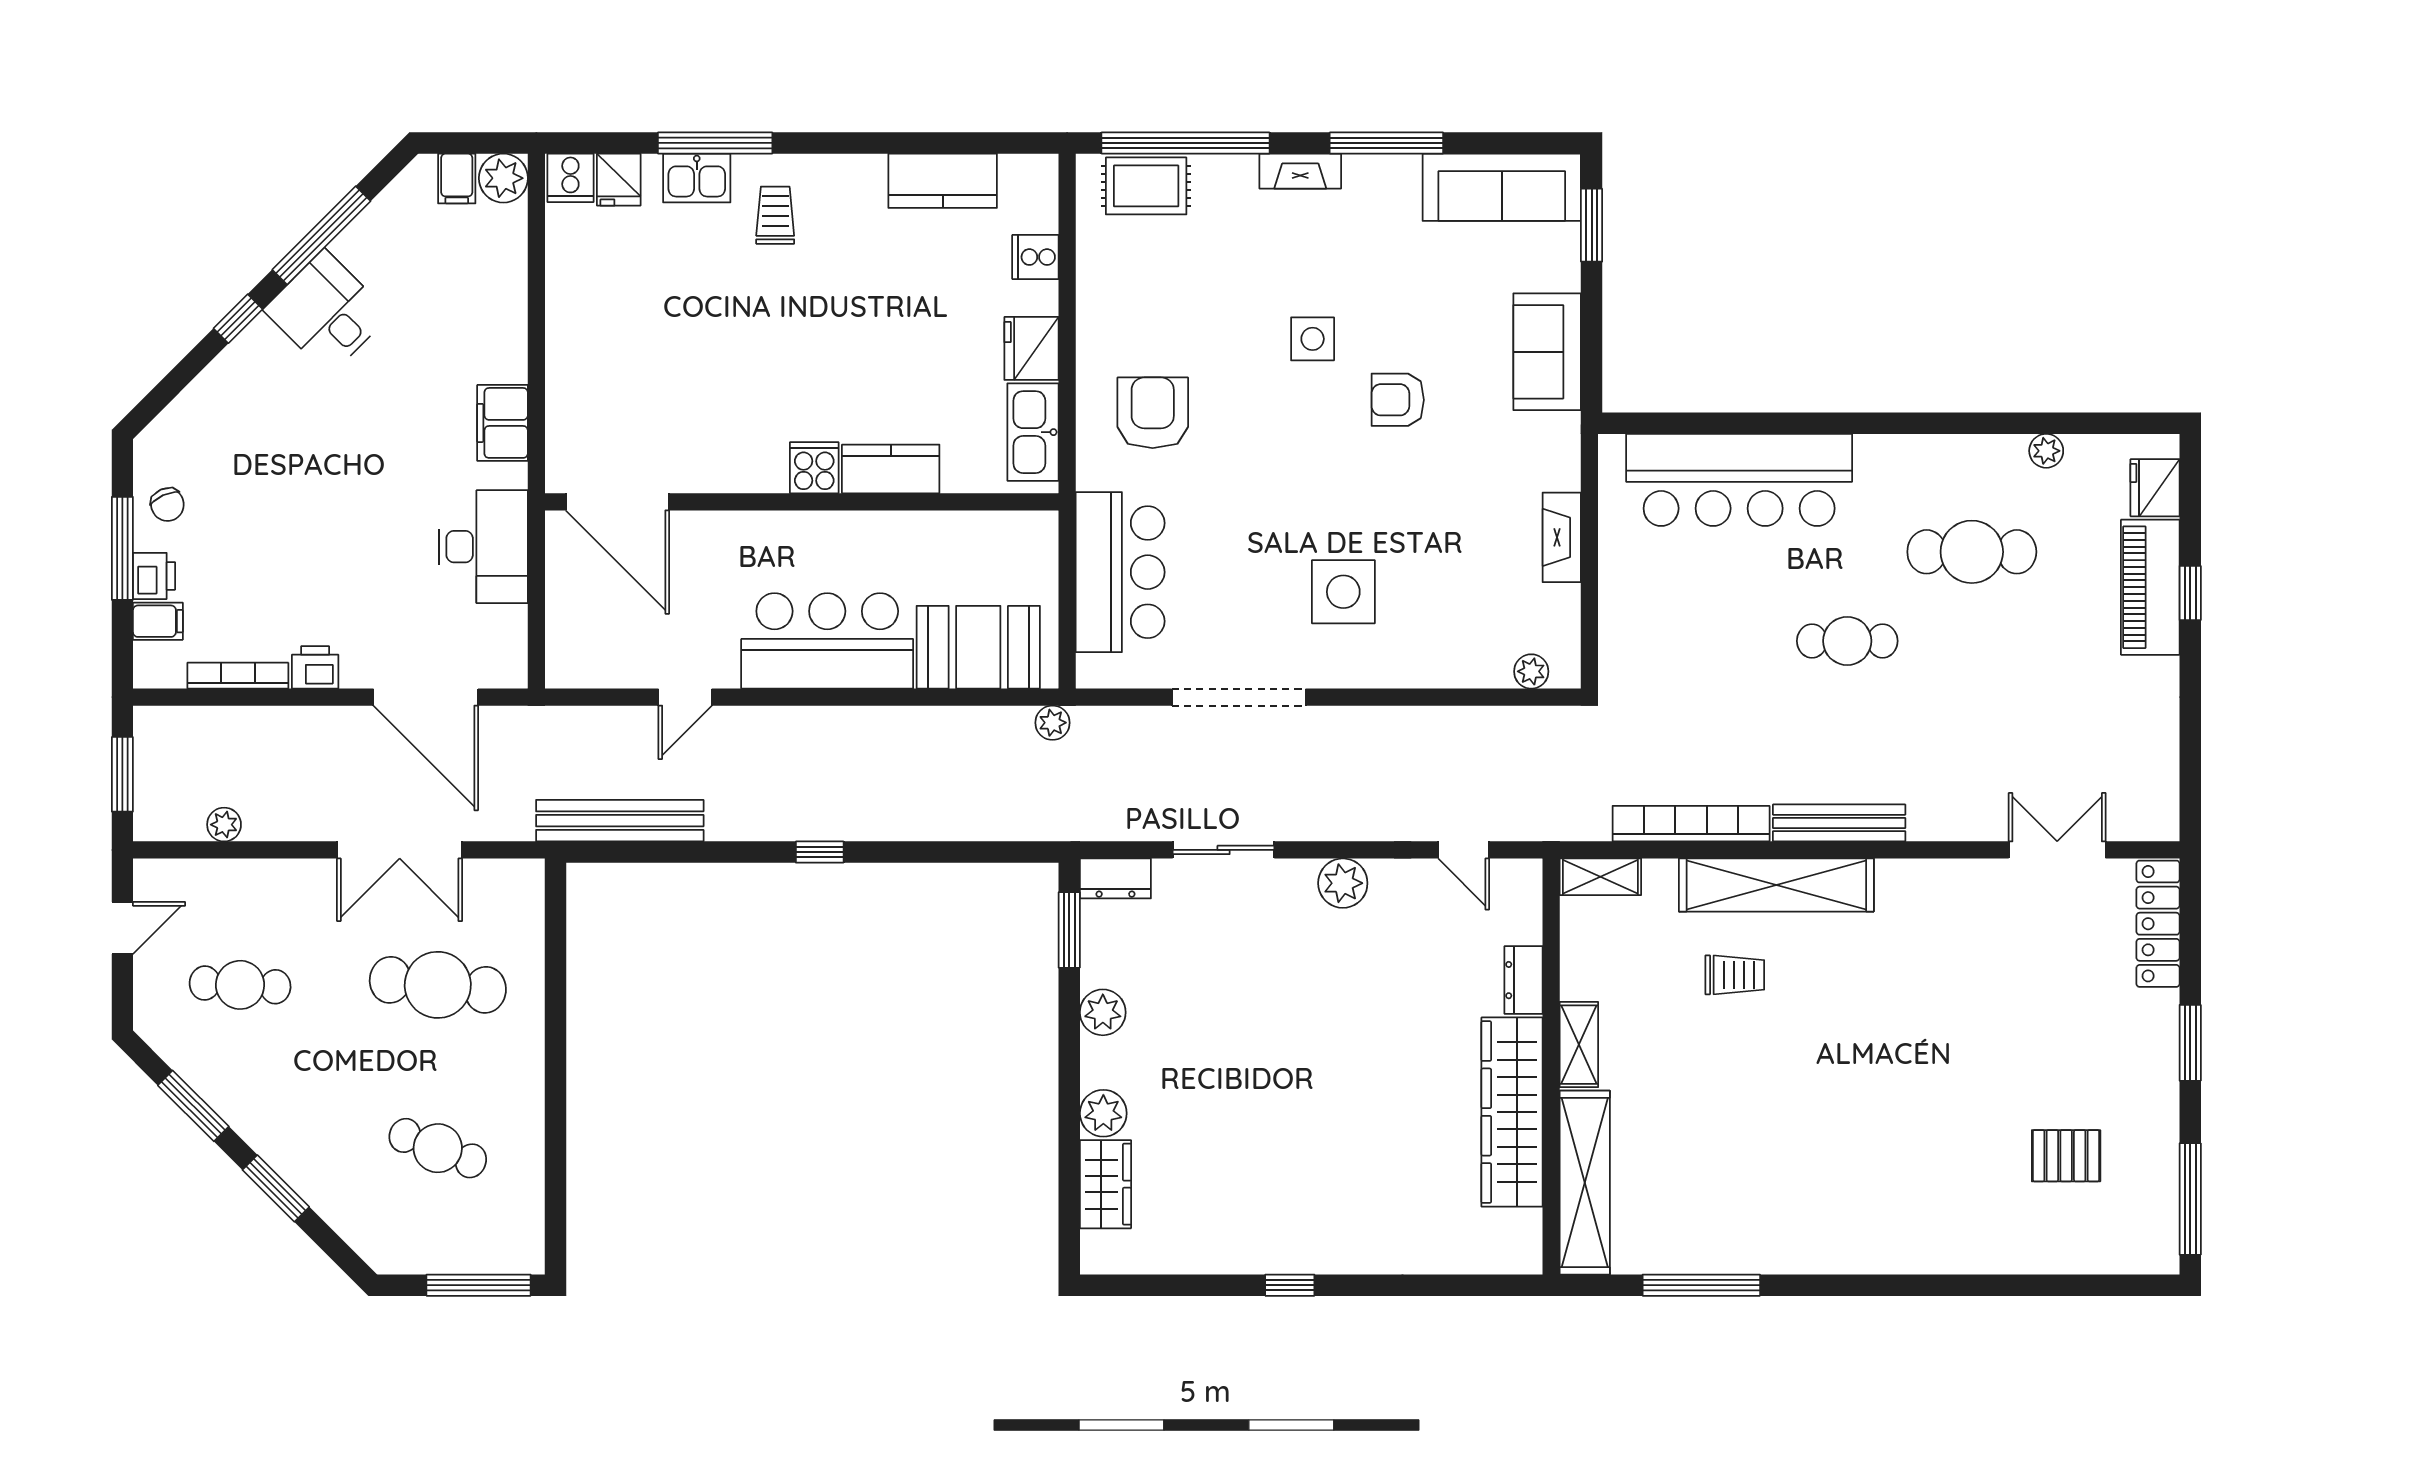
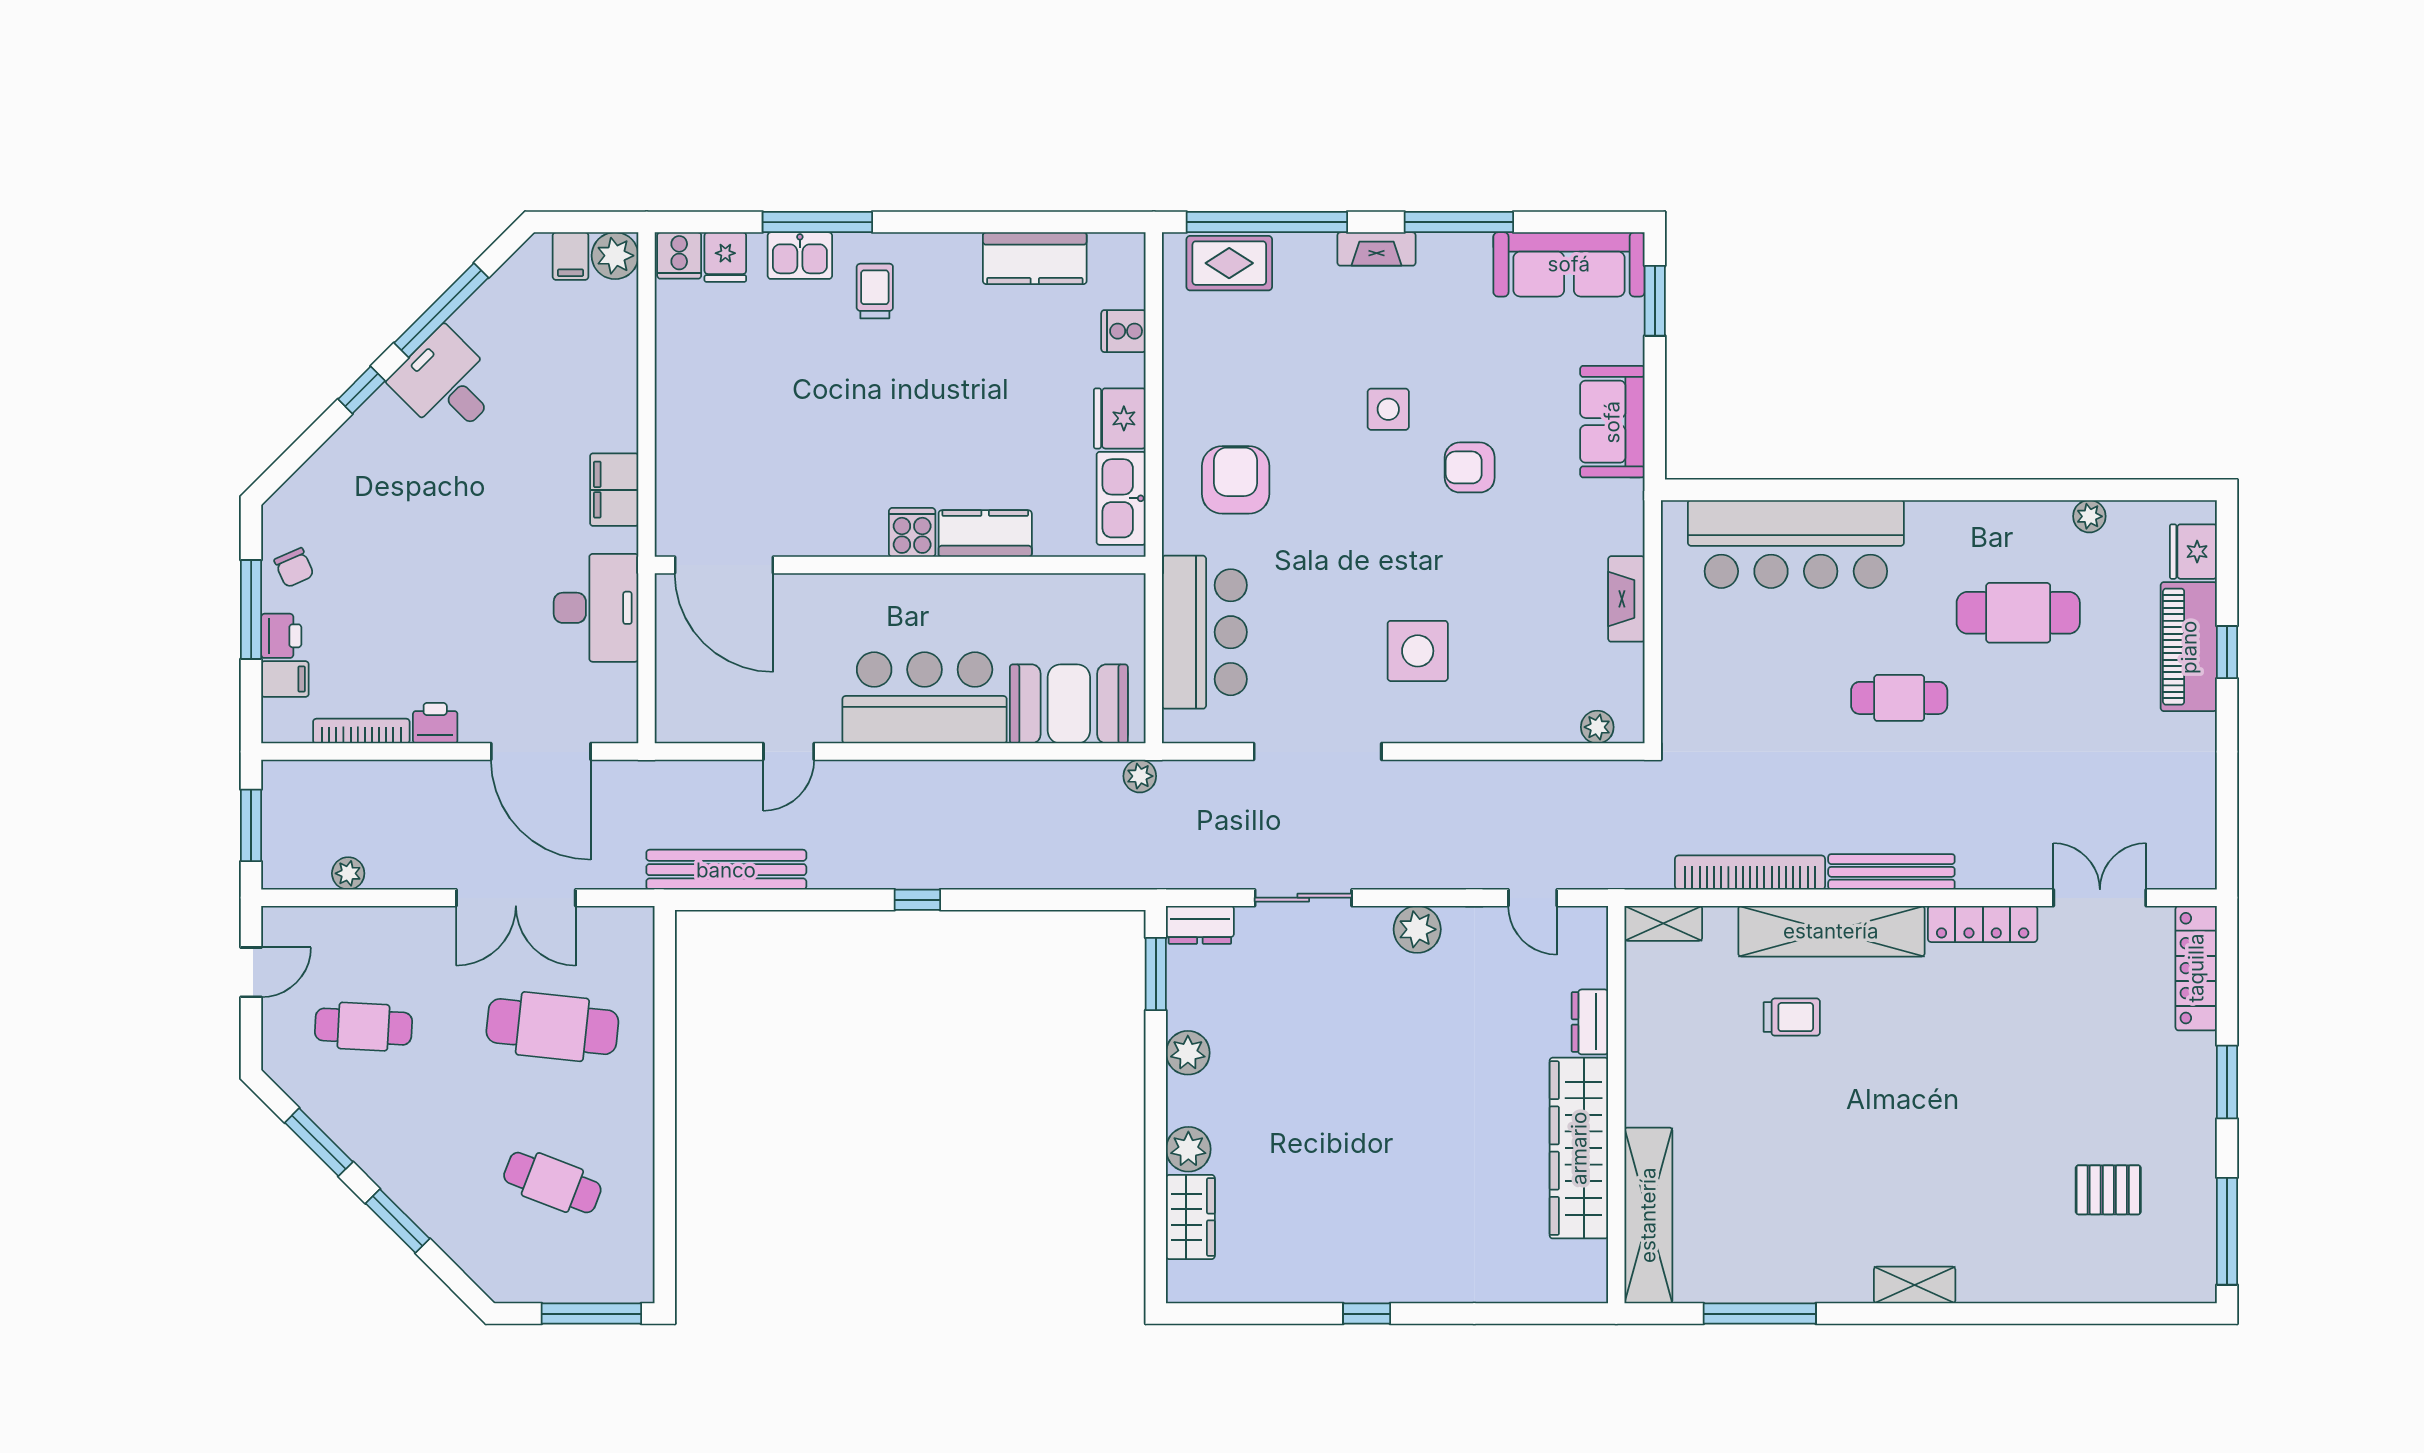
locker: (1935, 877) -> (1983, 924), added
shelving: (1579, 1045) -> (1915, 1285), moved, turned 90

